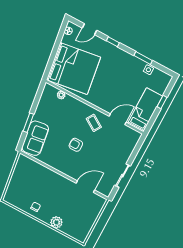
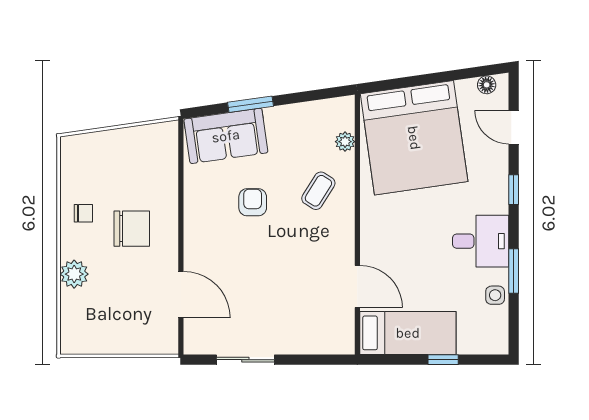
desk: (125, 64) -> (481, 241), added
coffee table: (94, 123) -> (318, 191), moved
armchair: (76, 145) -> (253, 202), moved
chair: (51, 192) -> (132, 229), added

